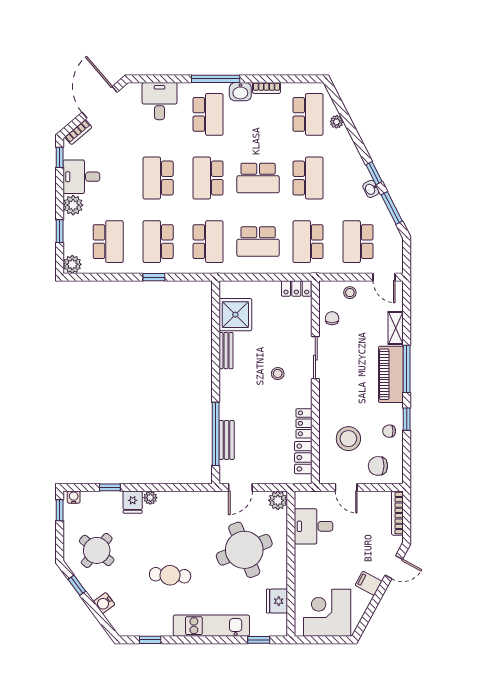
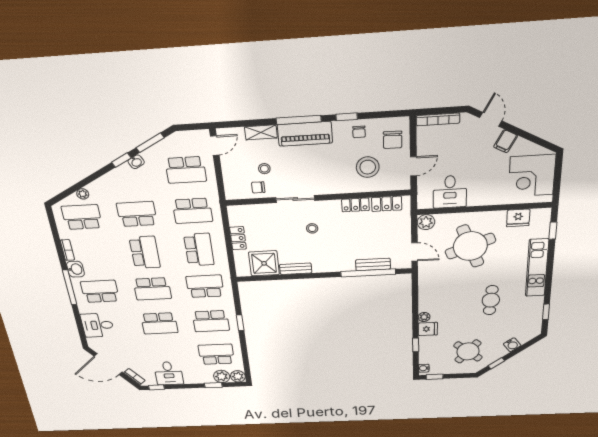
plant: (73, 205) -> (222, 376), moved
locker: (296, 288) -> (238, 238), moved
stool: (350, 293) -> (264, 169), moved

